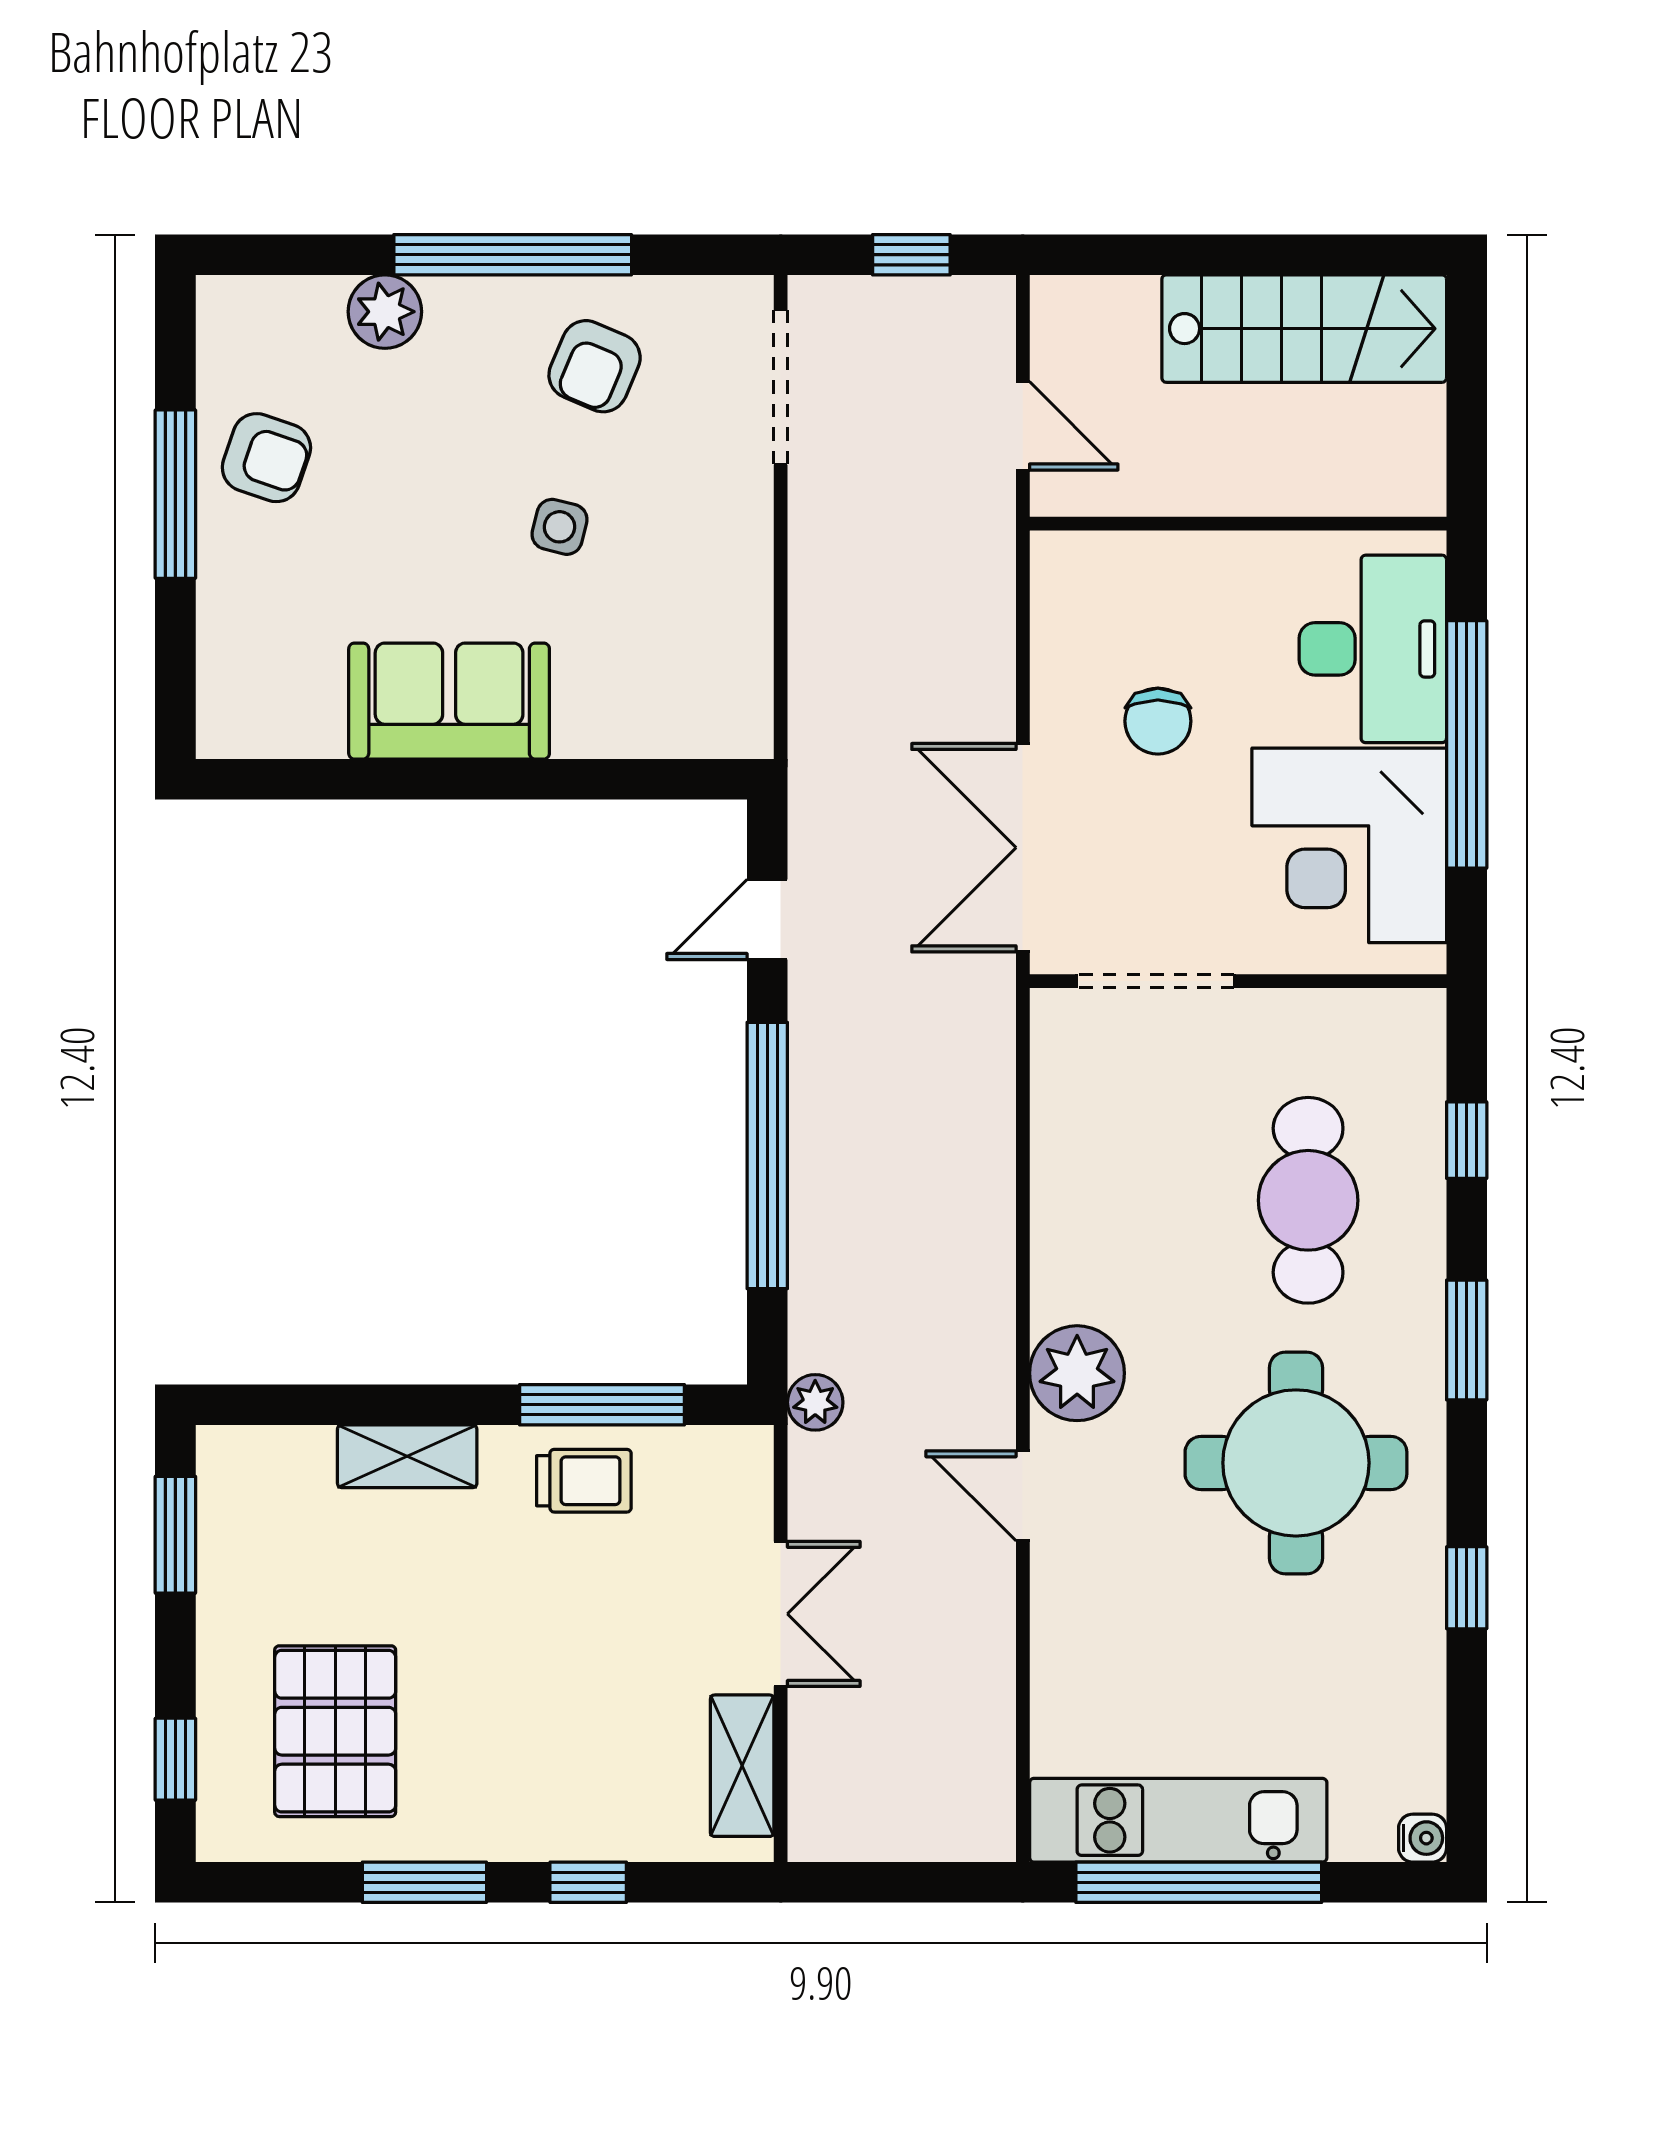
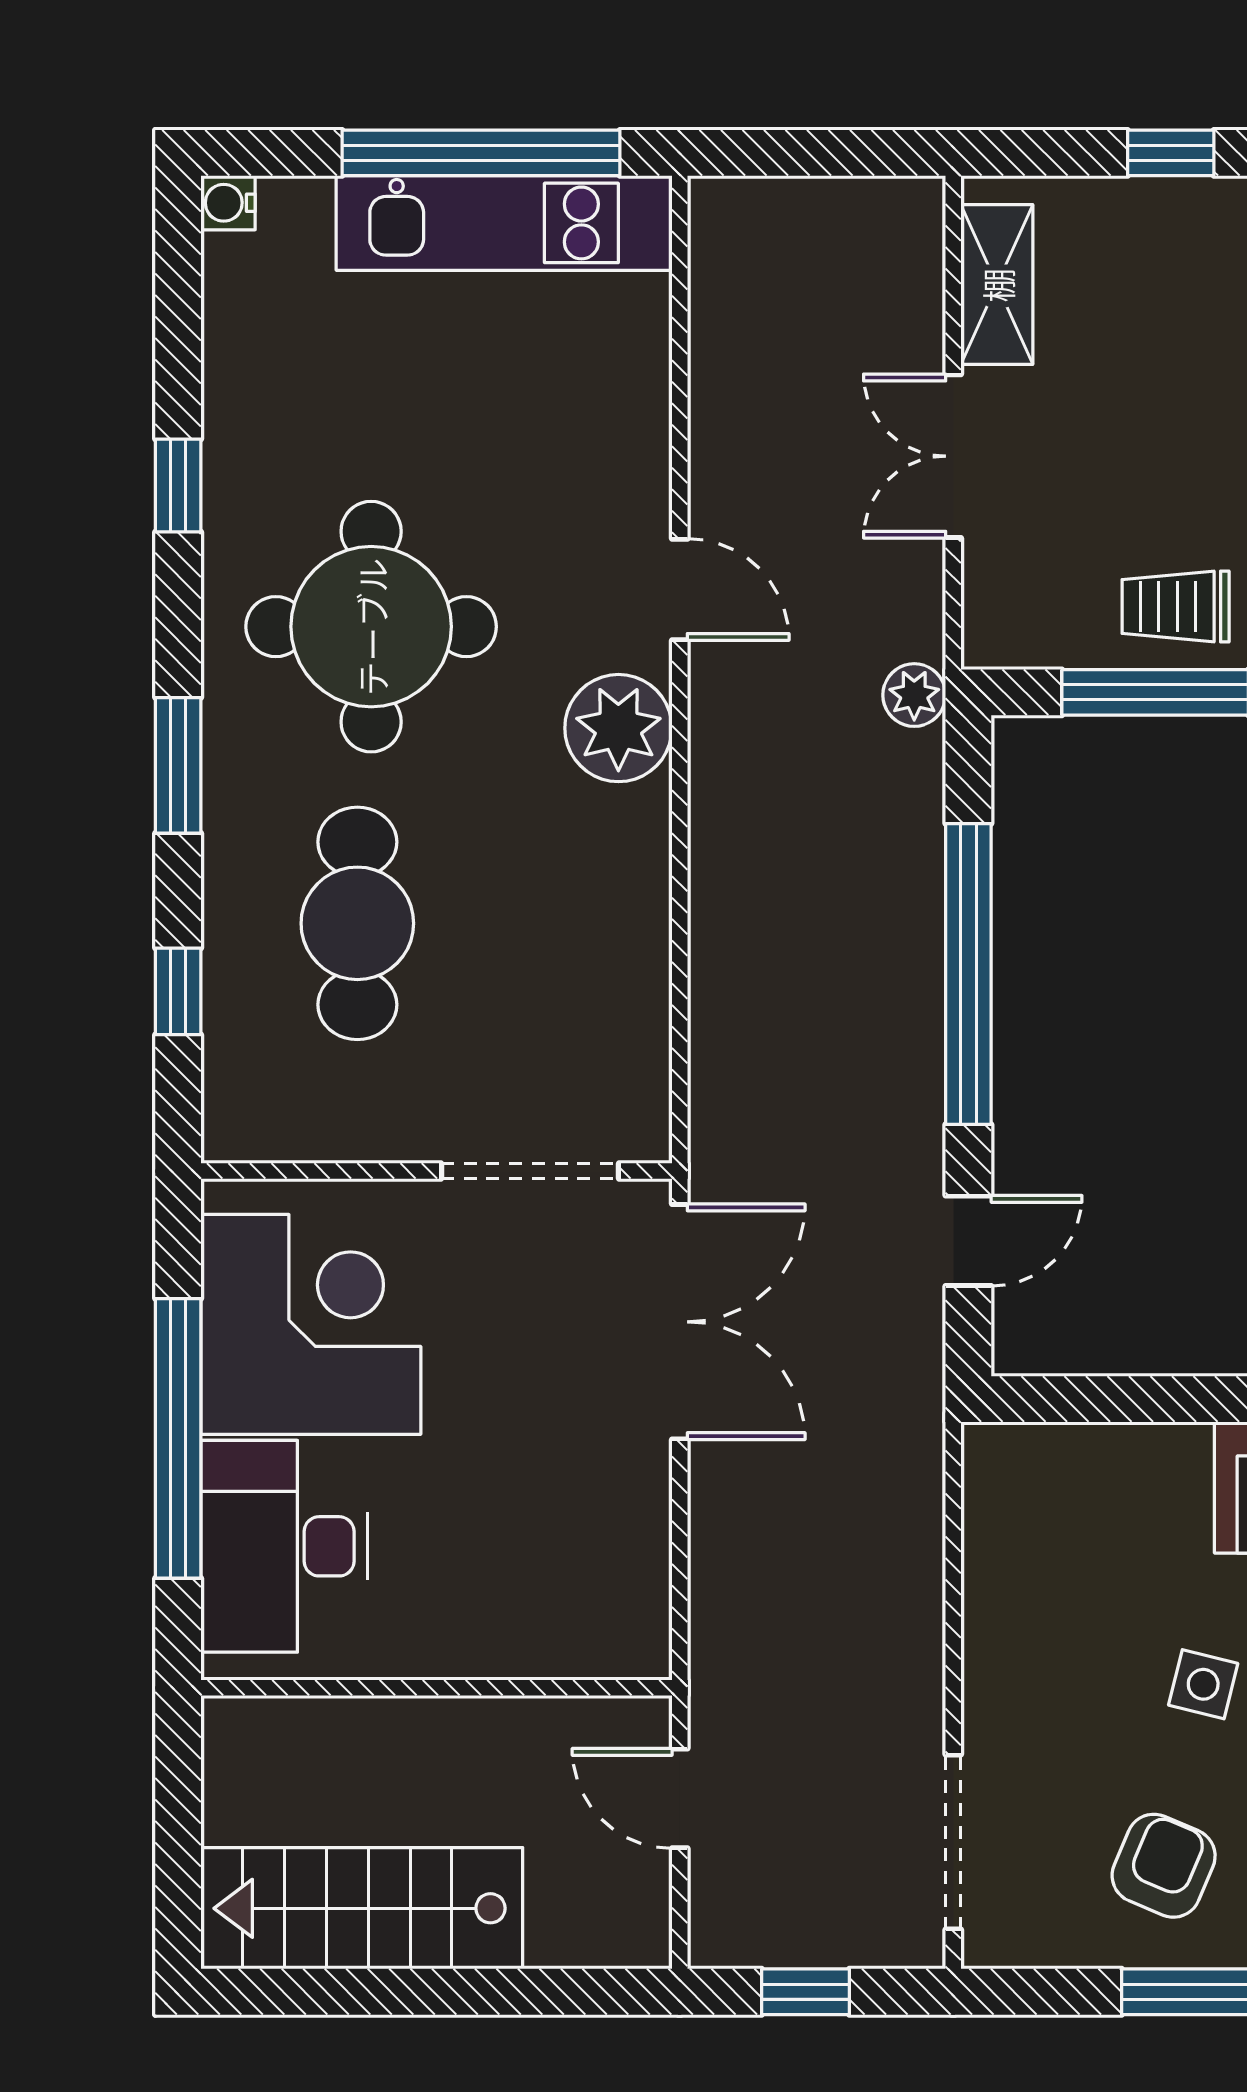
chair: (1158, 721) -> (527, 1465), removed

